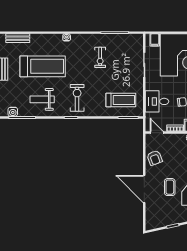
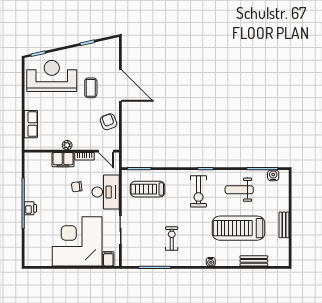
bench: (18, 38) -> (254, 261), moved
weight bench: (42, 99) -> (239, 190), turned 180
desk: (157, 101) -> (106, 192), width x1.37

